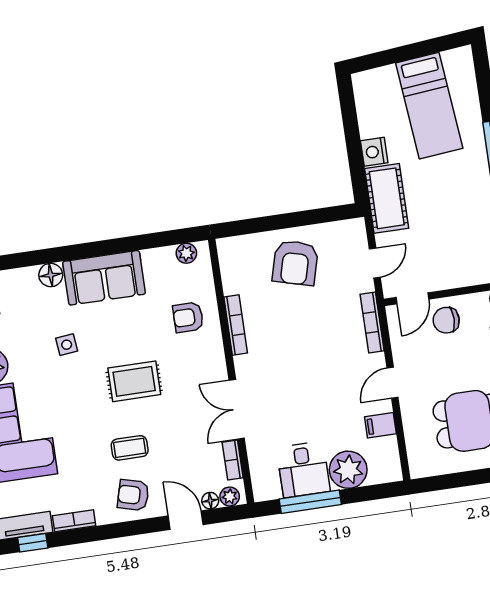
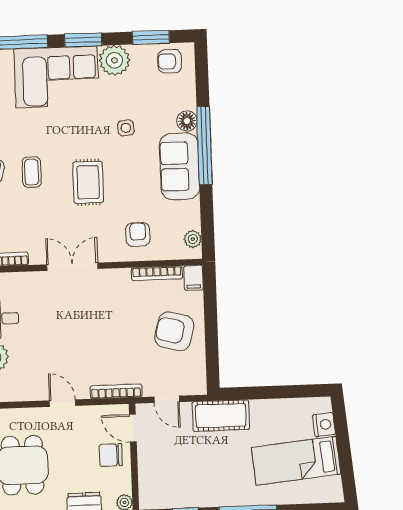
nightstand: (374, 152) -> (324, 425), moved, turned 84
window: (77, 252) -> (204, 146), added
chair: (446, 320) -> (111, 455), turned -90
bookcase: (236, 325) -> (157, 273), moved
double door: (237, 409) -> (72, 267), moved
filing cabinet: (380, 425) -> (194, 278), moved, turned 180

